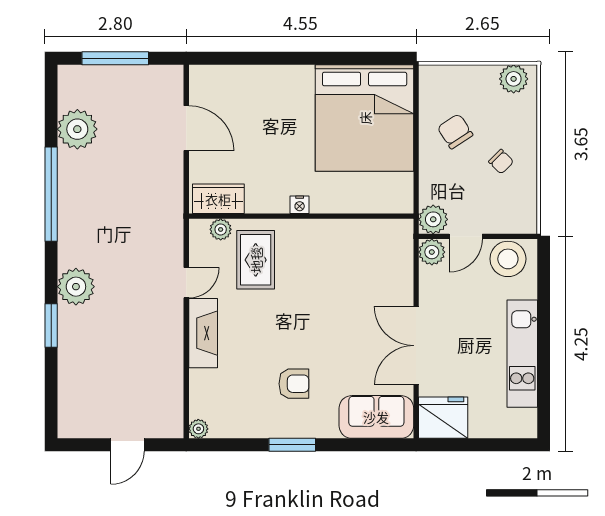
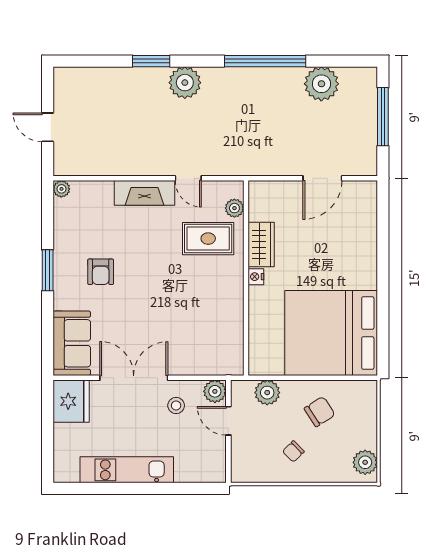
wardrobe: (218, 199) -> (261, 244), moved
plant: (433, 219) -> (267, 393), moved
stool: (508, 259) -> (176, 405), moved, width x0.53, depth x0.53

